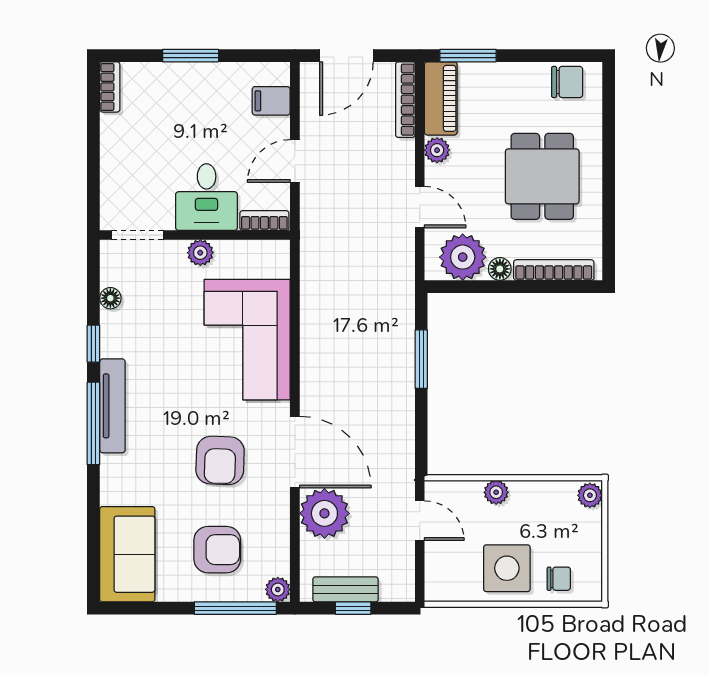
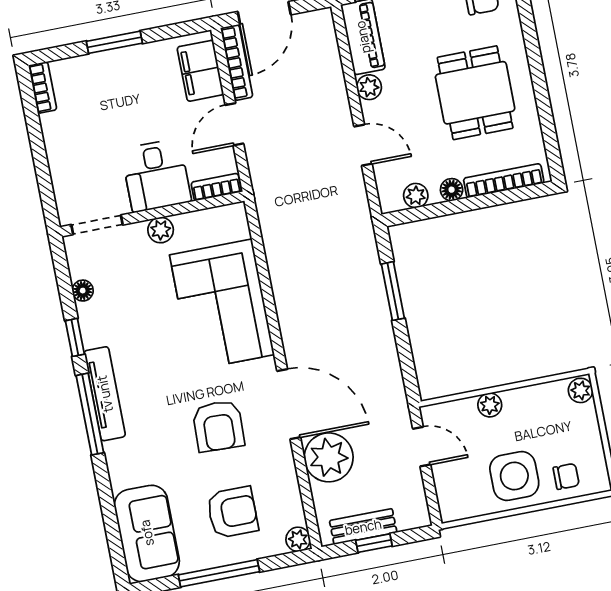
bookcase: (405, 100) -> (237, 62), moved, turned 180
filing cabinet: (271, 101) -> (200, 71), width x2.00
plant: (463, 257) -> (416, 196), width x0.53, depth x0.53
window: (235, 608) -> (219, 573), moved

